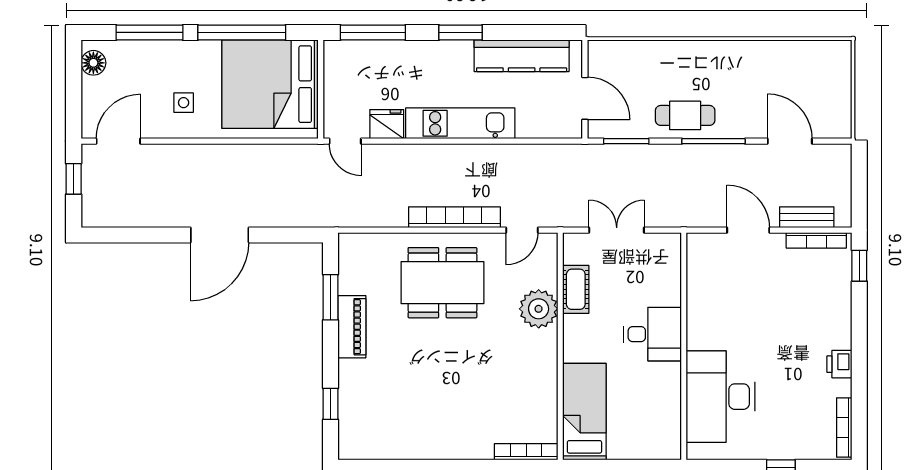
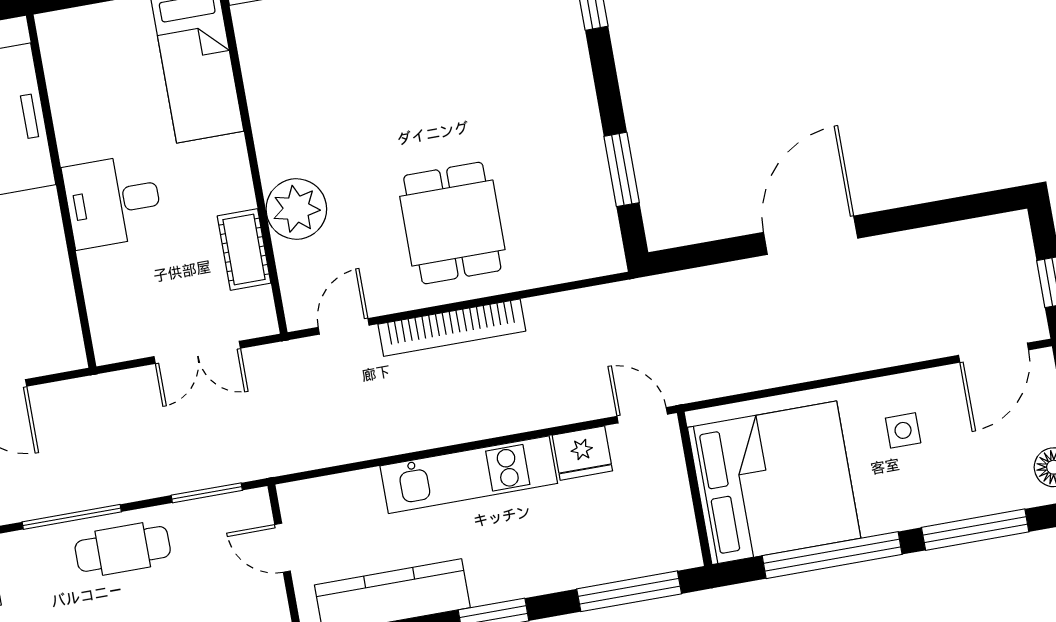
door: (585, 98) -> (282, 548), width x0.73
dining table: (442, 283) -> (452, 223), width x0.73
piano: (352, 327) -> (580, 130), removed

